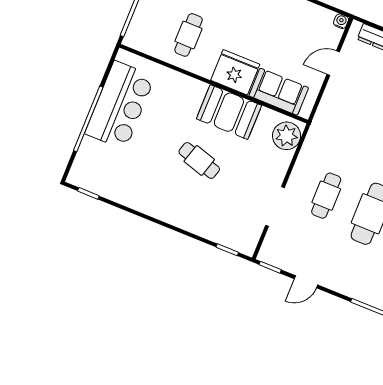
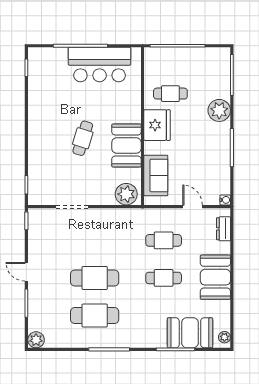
fridge: (235, 72) -> (157, 125), moved
cafe table: (326, 196) -> (164, 240), moved
door: (306, 282) -> (26, 272), moved

